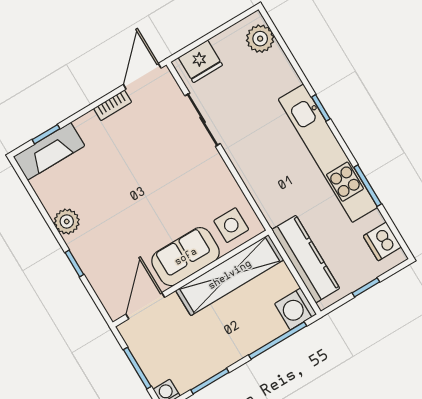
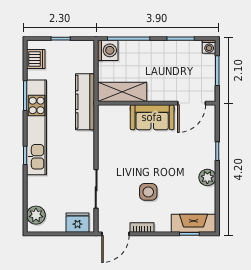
side table: (231, 225) -> (148, 192), moved
kitchen counter: (306, 259) -> (85, 102), moved
shelving: (230, 275) -> (122, 92), width x0.68

